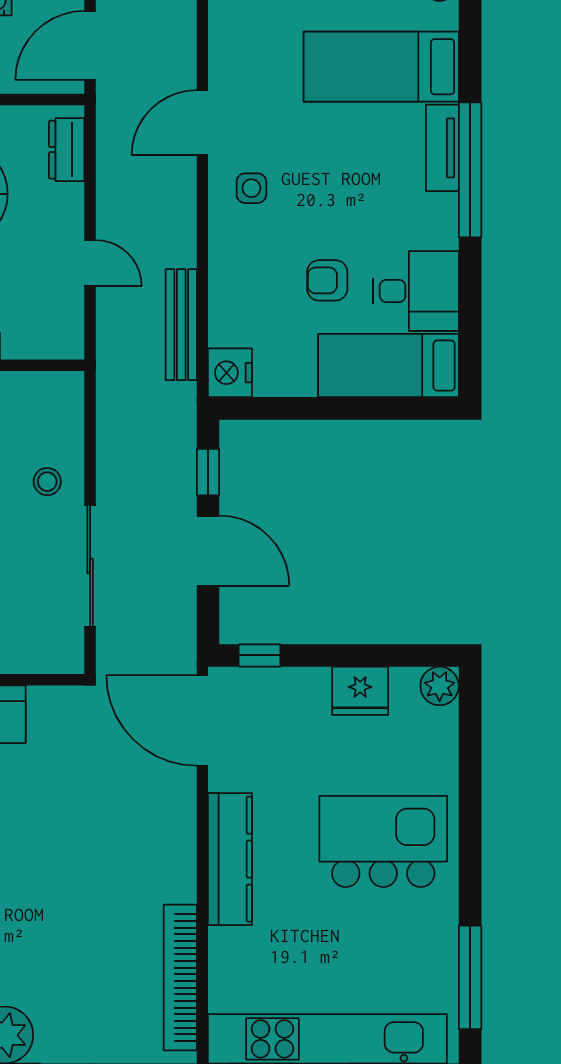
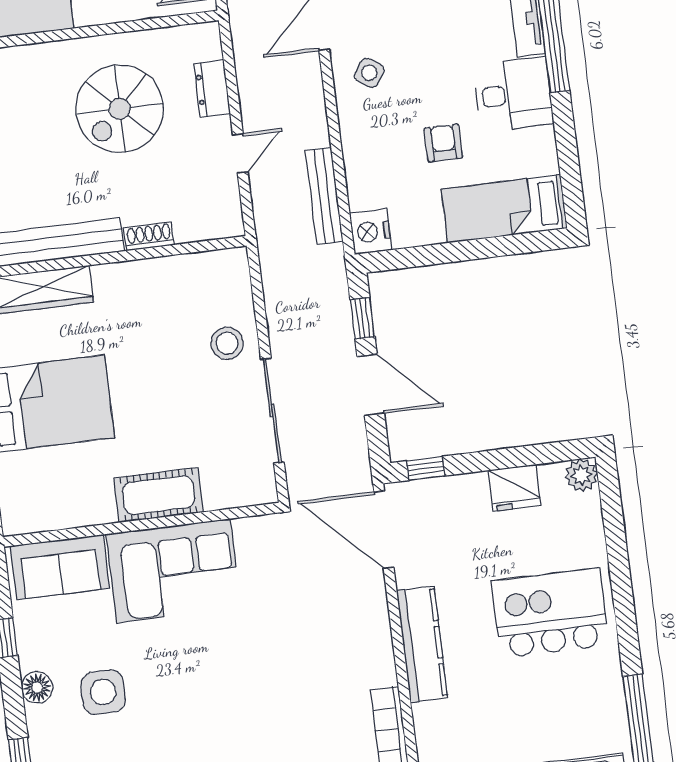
dresser: (67, 150) -> (212, 88), moved
side table: (251, 188) -> (369, 73), turned 35
door: (90, 263) -> (240, 153), hinge flipped
armchair: (327, 280) -> (443, 143), turned 90
desk: (416, 291) -> (514, 94), moved
stool: (47, 482) -> (227, 343), width x1.37, depth x1.37

